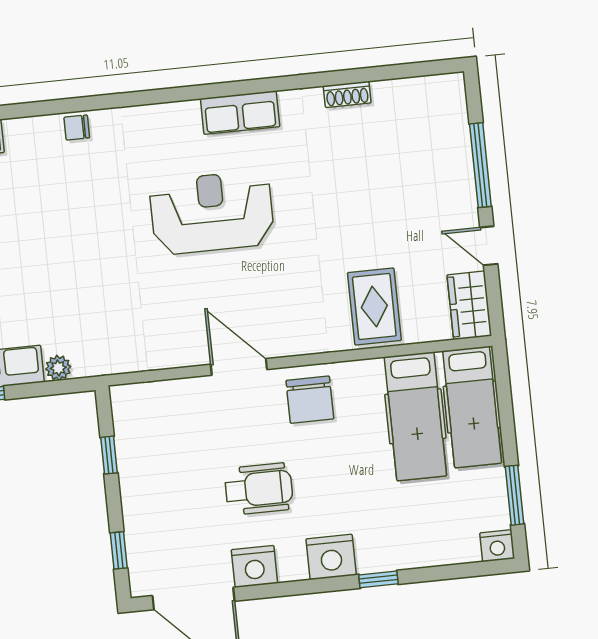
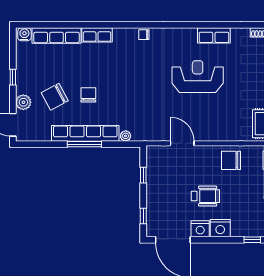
door: (239, 367) -> (182, 143), moved
chair: (310, 400) -> (231, 160), turned 90
nightstand: (331, 557) -> (220, 228), moved

